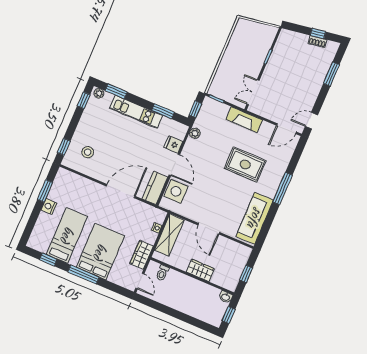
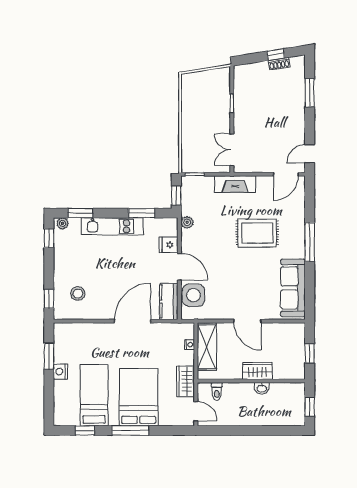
washbasin: (226, 297) -> (262, 388), moved

